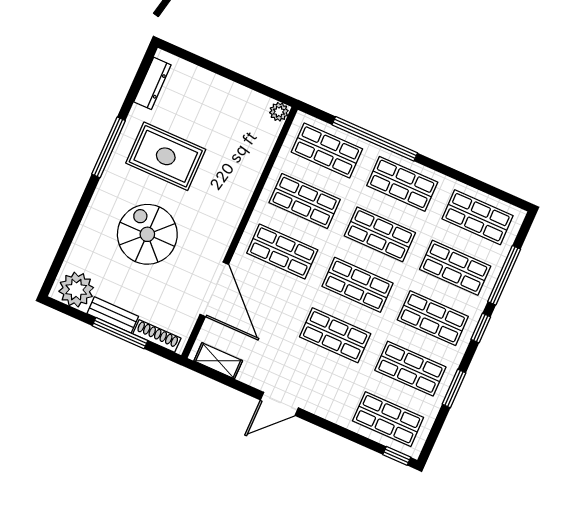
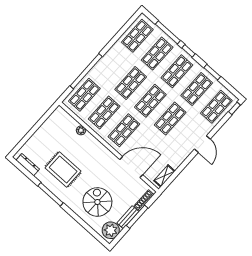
plant: (279, 112) -> (81, 130), moved
rug: (166, 156) -> (63, 169), turned 90
shop shelf: (402, 184) -> (111, 65), removed
spiral stairs: (147, 234) -> (97, 202), moved, turned 90
door: (279, 404) -> (202, 144), moved

